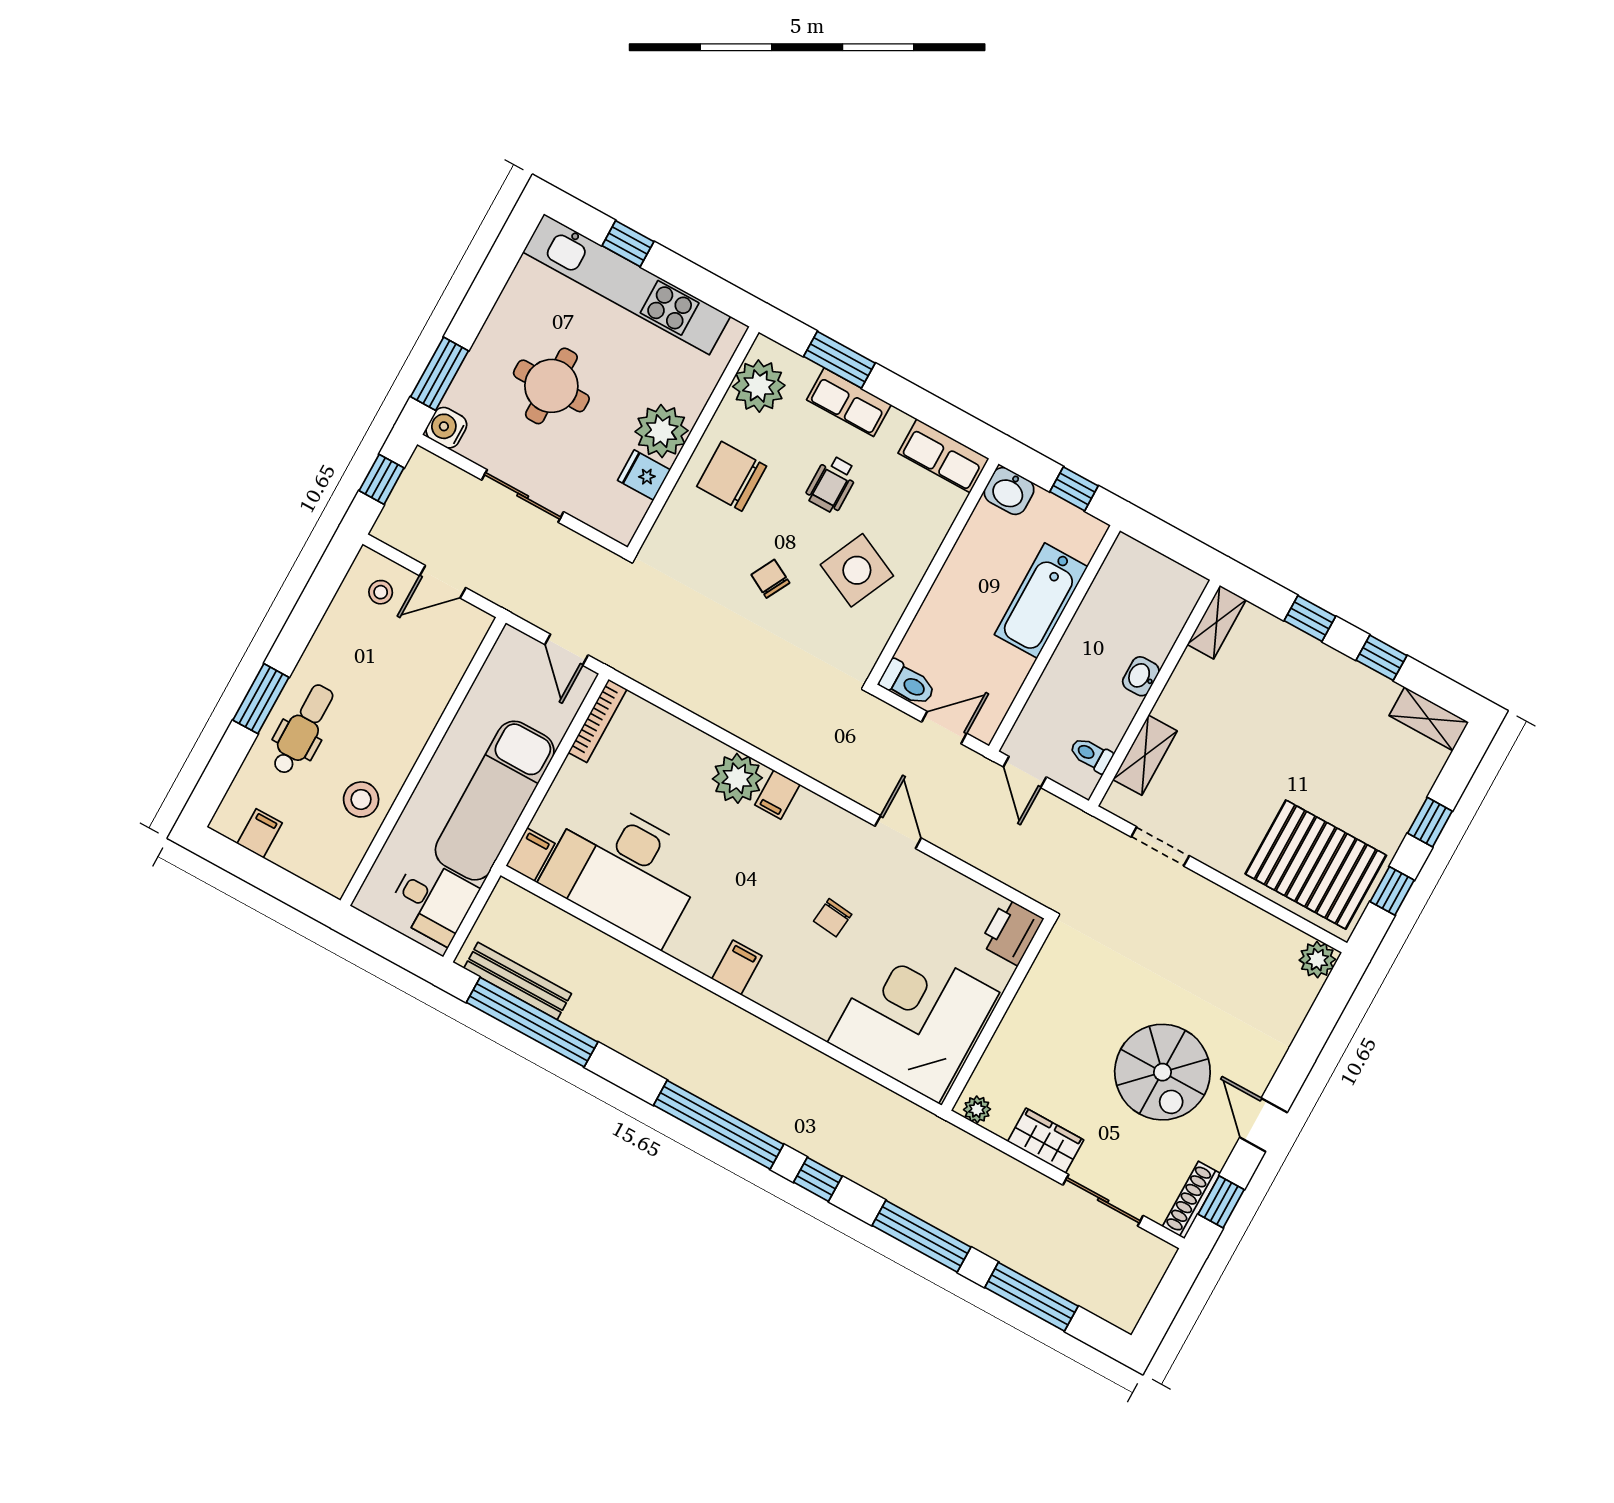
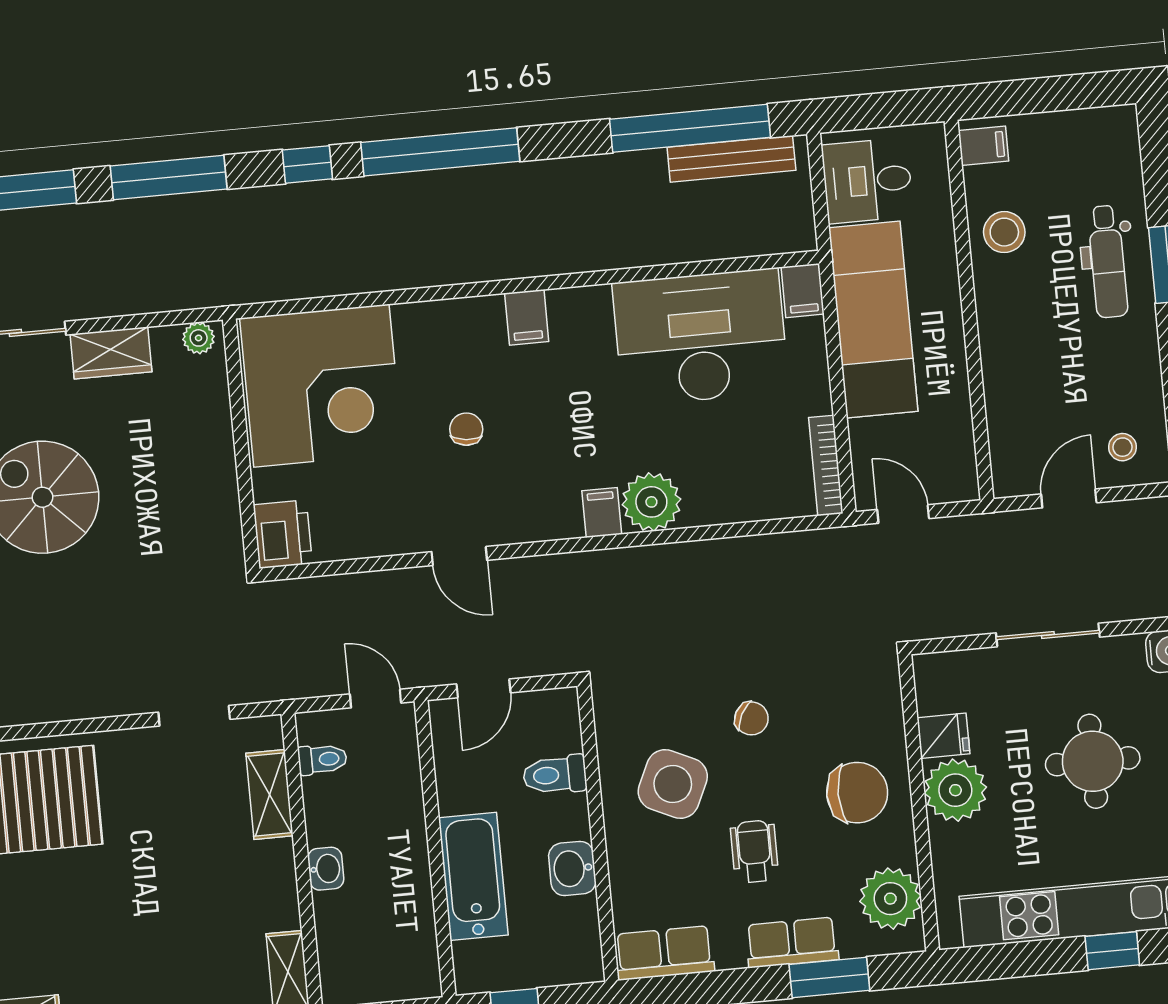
washbasin: (1009, 491) -> (572, 868), moved, turned -90
toilet: (908, 683) -> (555, 775), moved
filing cabinet: (260, 833) -> (983, 146), moved, turned -90

